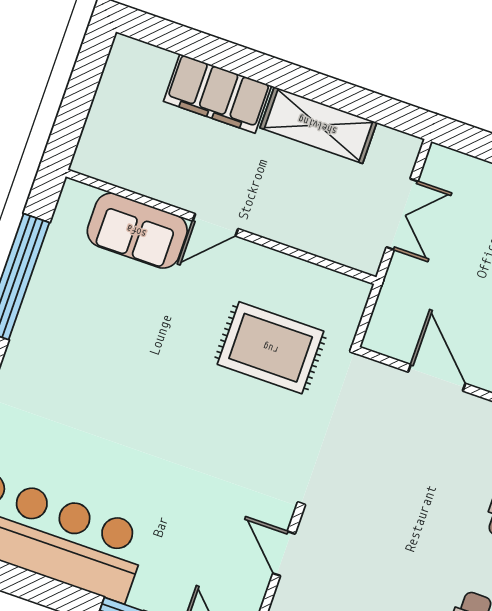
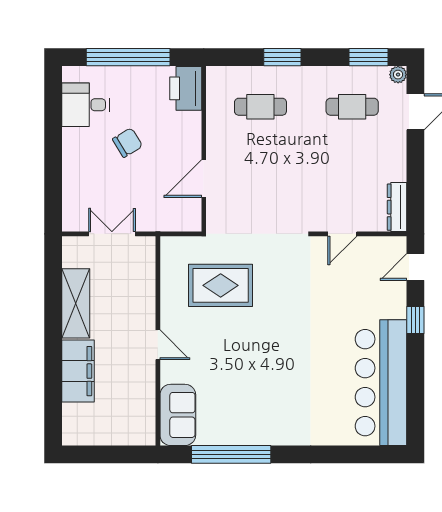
sofa: (137, 231) -> (178, 415), moved
rug: (271, 348) -> (221, 285), turned 90

